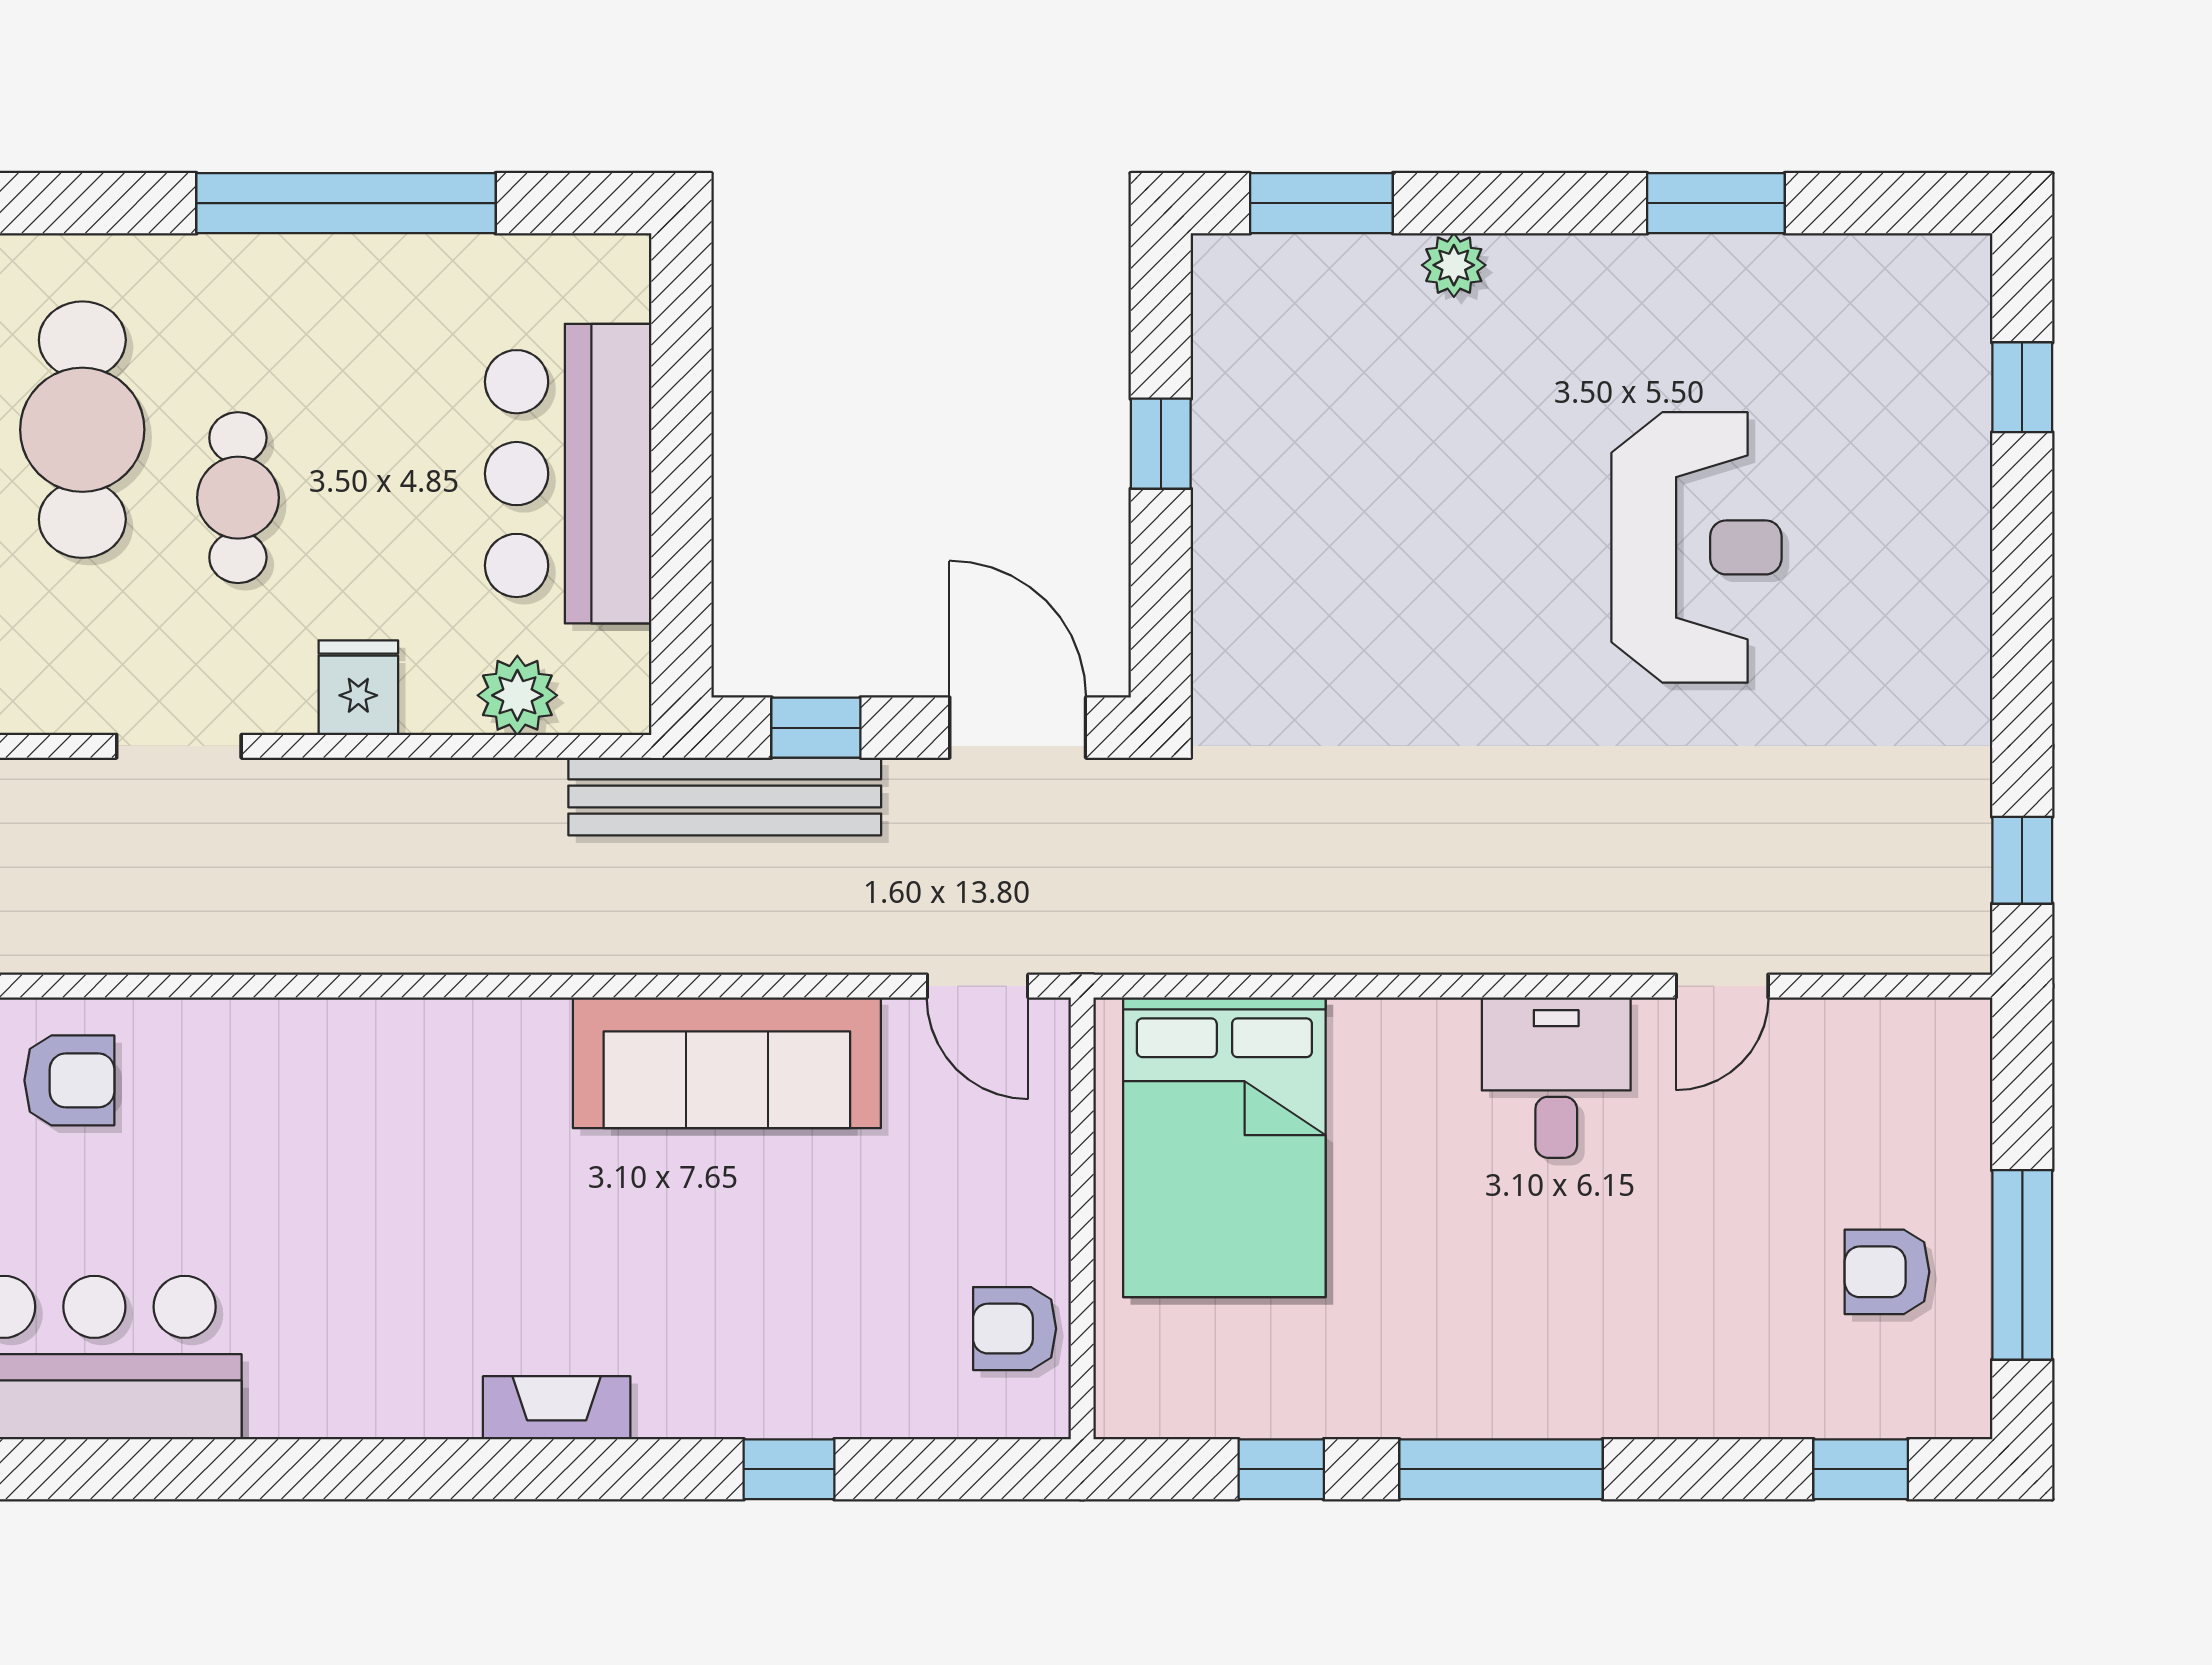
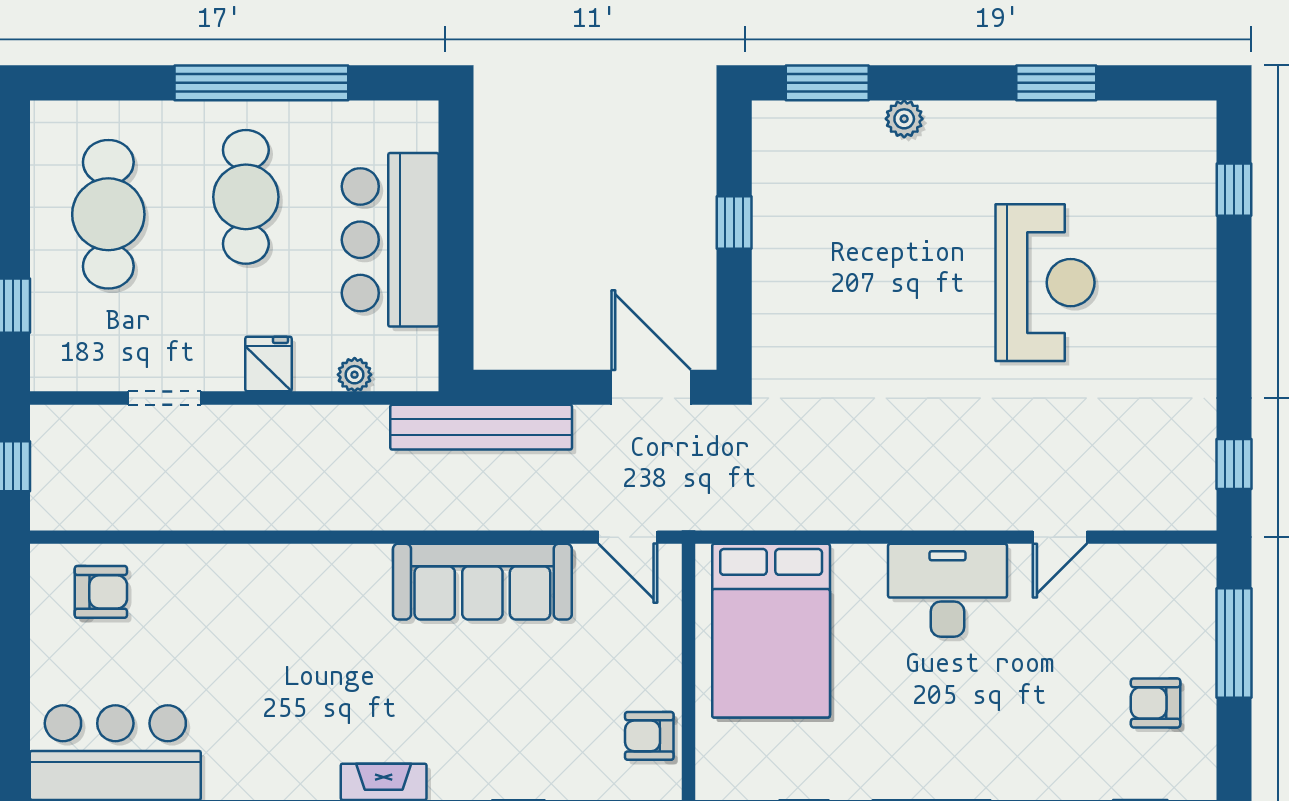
cafe table: (238, 498) -> (246, 197), moved, width x1.37, depth x1.35
plant: (517, 695) -> (355, 375), width x0.73, depth x0.73
window: (816, 728) -> (534, 387), removed
desk: (1556, 1078) -> (947, 590), width x1.37
window: (2022, 1265) -> (1234, 643), moved

